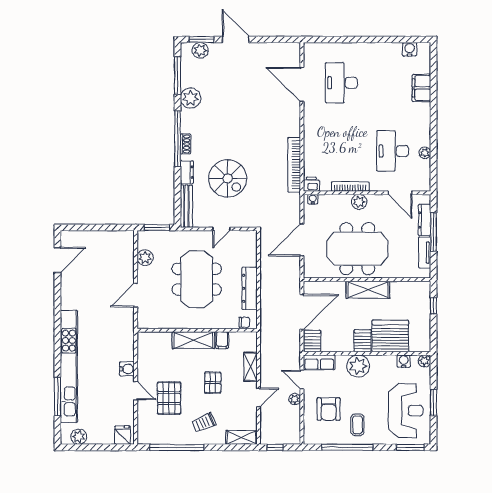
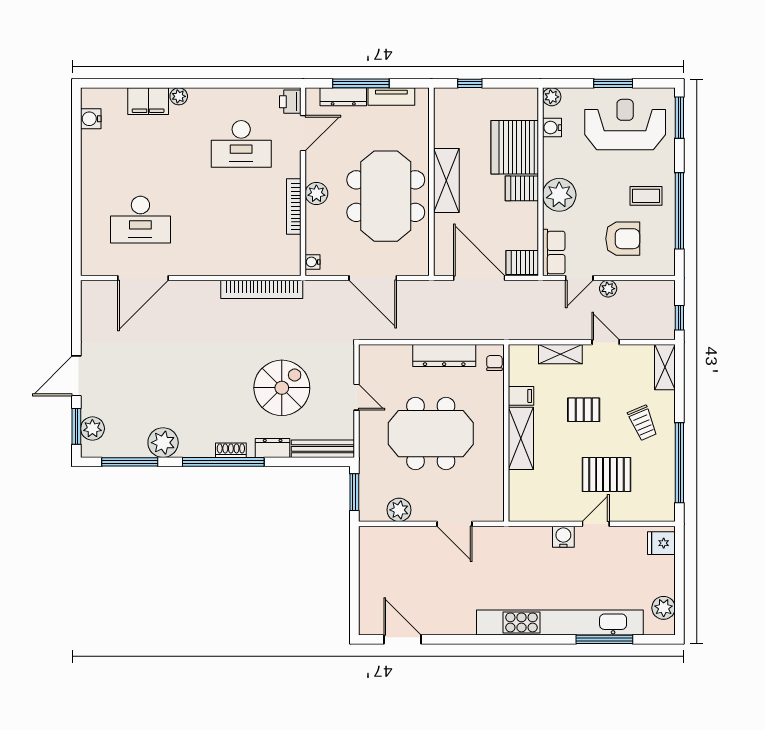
plant: (425, 153) -> (179, 96), moved
printer: (311, 184) -> (290, 102), moved

